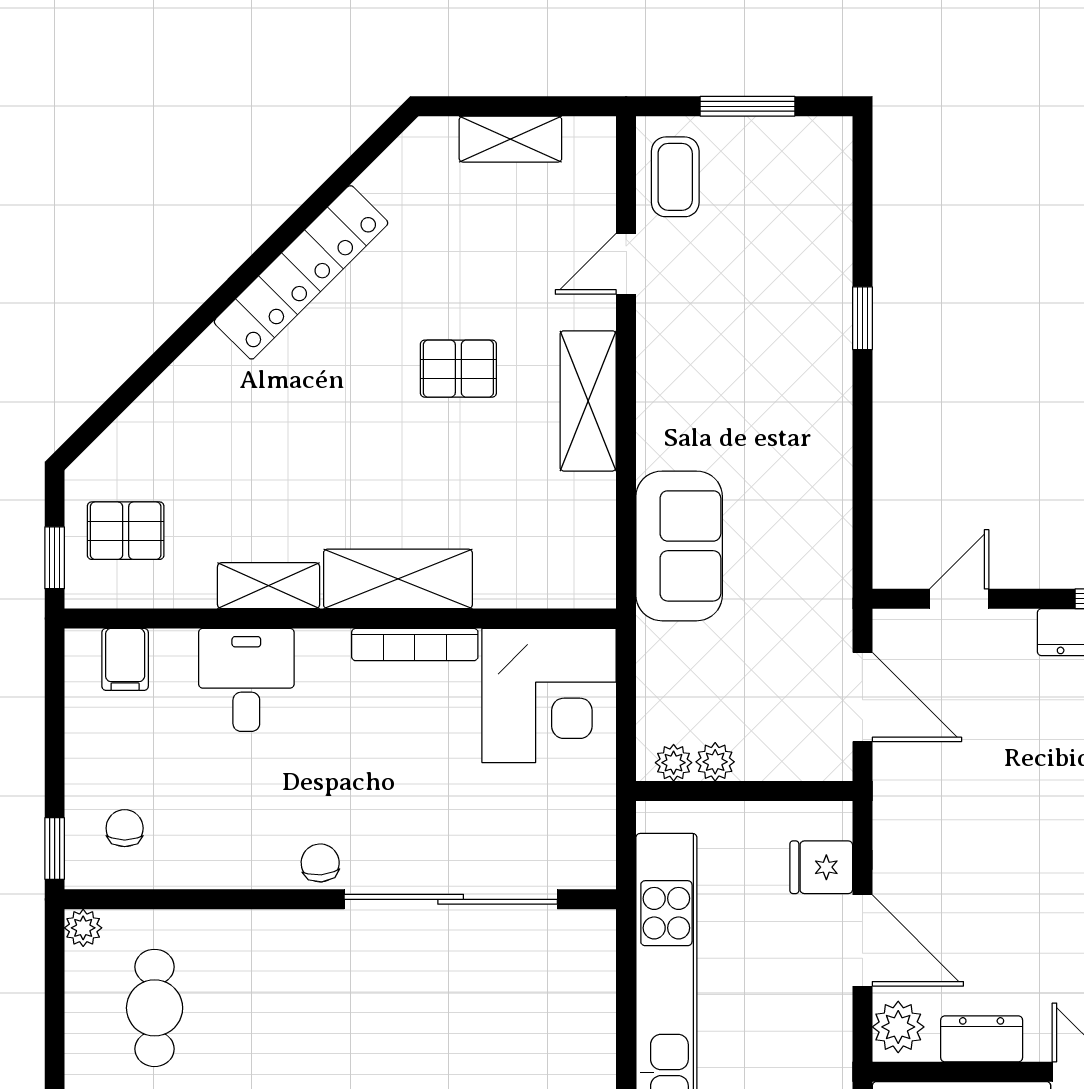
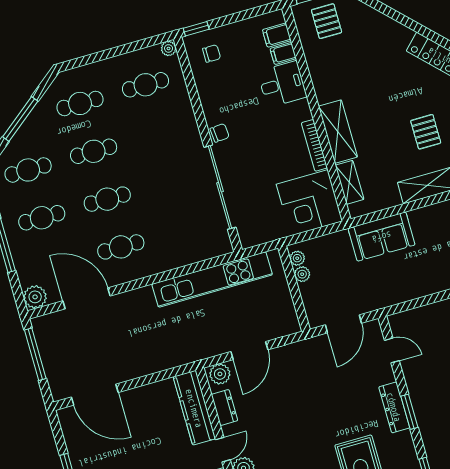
shelving: (269, 586) -> (349, 182), moved
filing cabinet: (173, 657) -> (283, 53), added
fridge: (821, 867) -> (273, 327), removed

